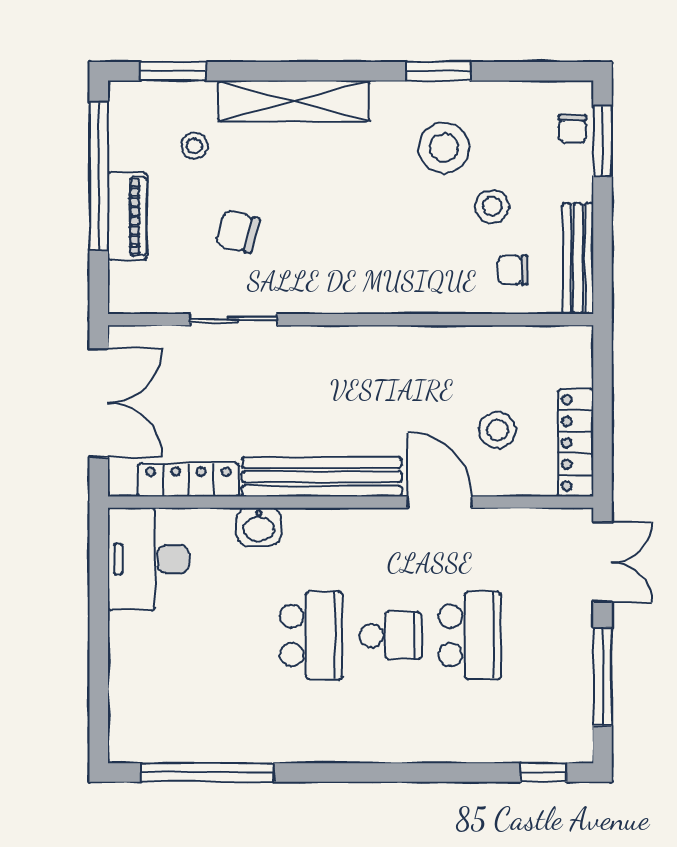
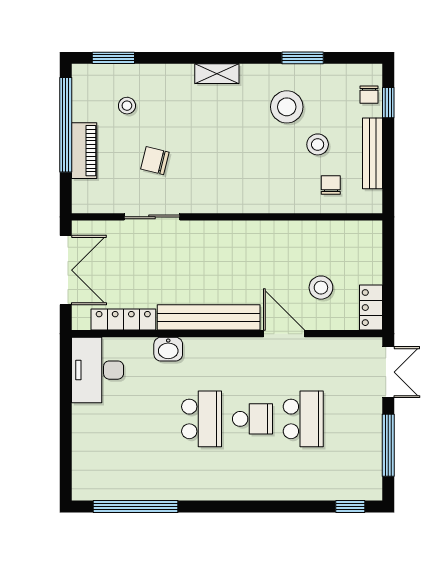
window: (439, 71) -> (303, 58), moved
shelving: (294, 101) -> (217, 74), width x0.45, depth x0.75
window: (603, 141) -> (388, 103), width x0.67
bench: (578, 259) -> (372, 153), moved
chair: (513, 270) -> (331, 185), turned 90
locker: (576, 443) -> (371, 308), width x0.66

